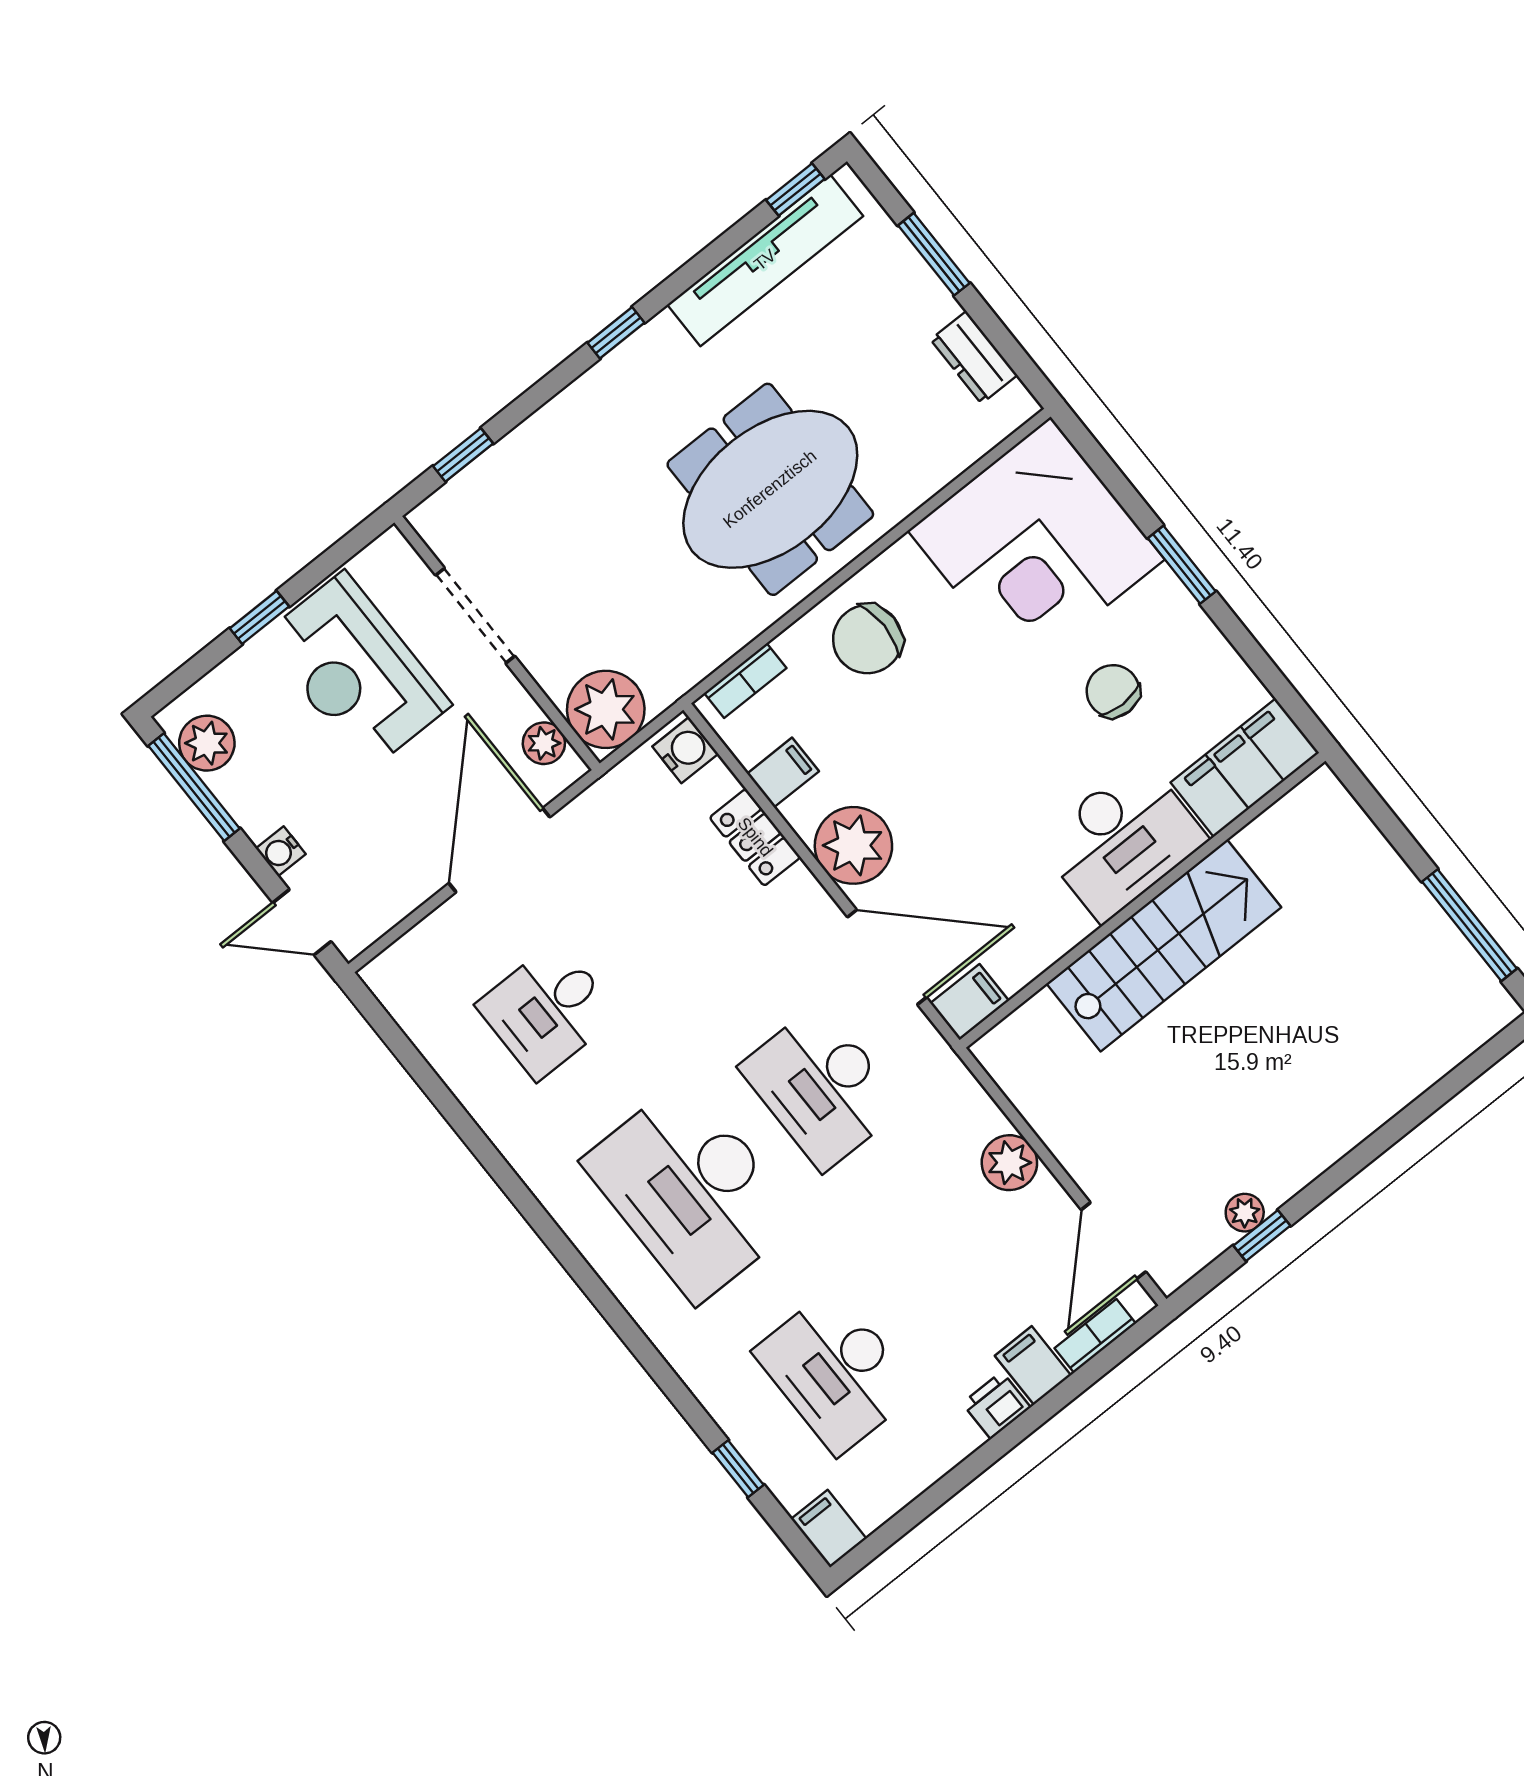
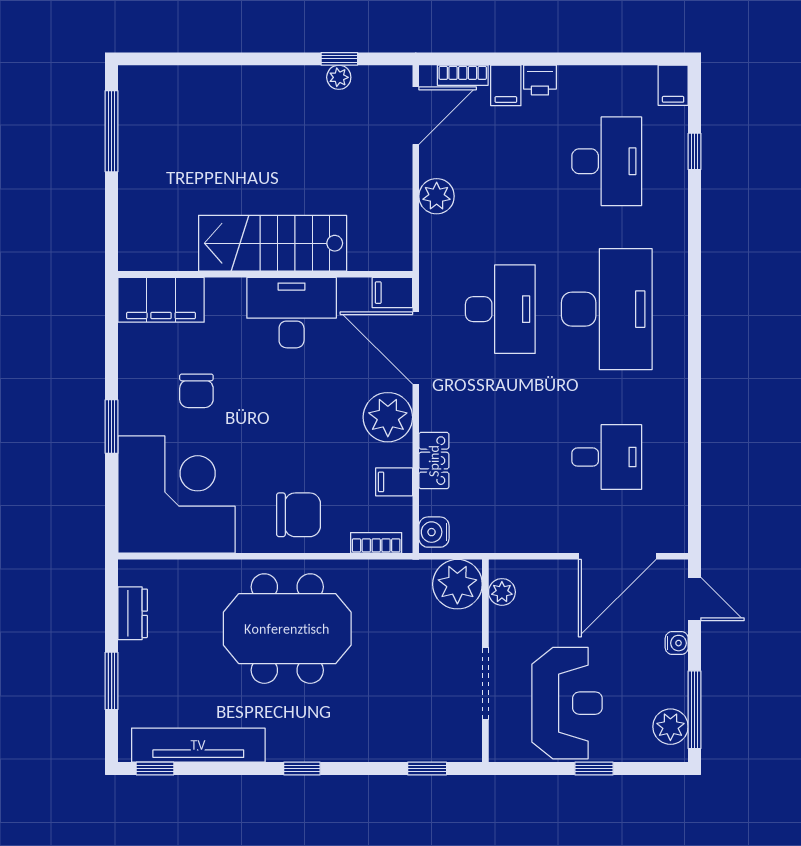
desk: (1122, 840) -> (292, 313), moved
door: (499, 850) -> (617, 556), moved

